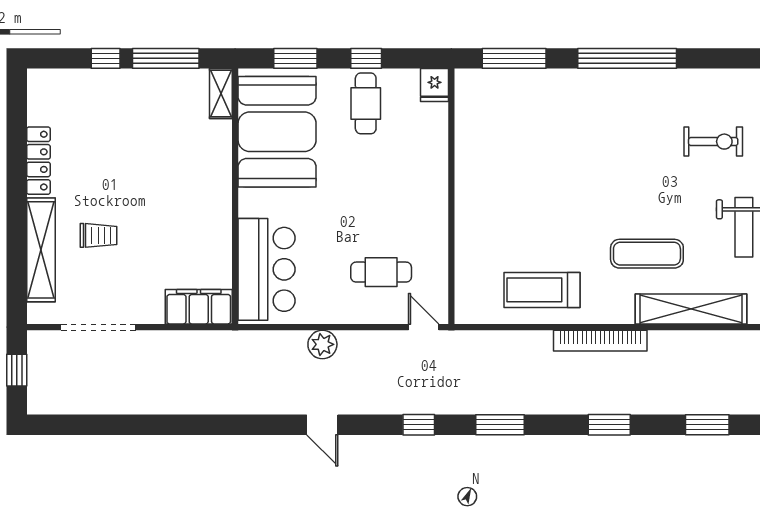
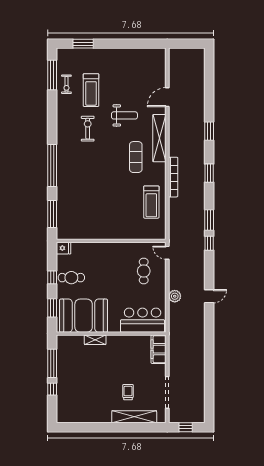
shelving: (221, 94) -> (95, 340), moved
locker: (38, 161) -> (96, 418), removed
door: (424, 327) -> (167, 253), hinge flipped
window: (419, 425) -> (209, 243), moved

